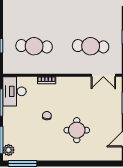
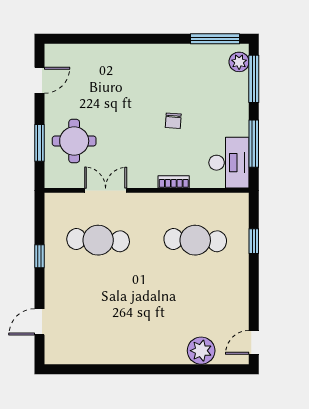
double door: (103, 75) -> (106, 190), moved
round table: (77, 130) -> (74, 141), moved

